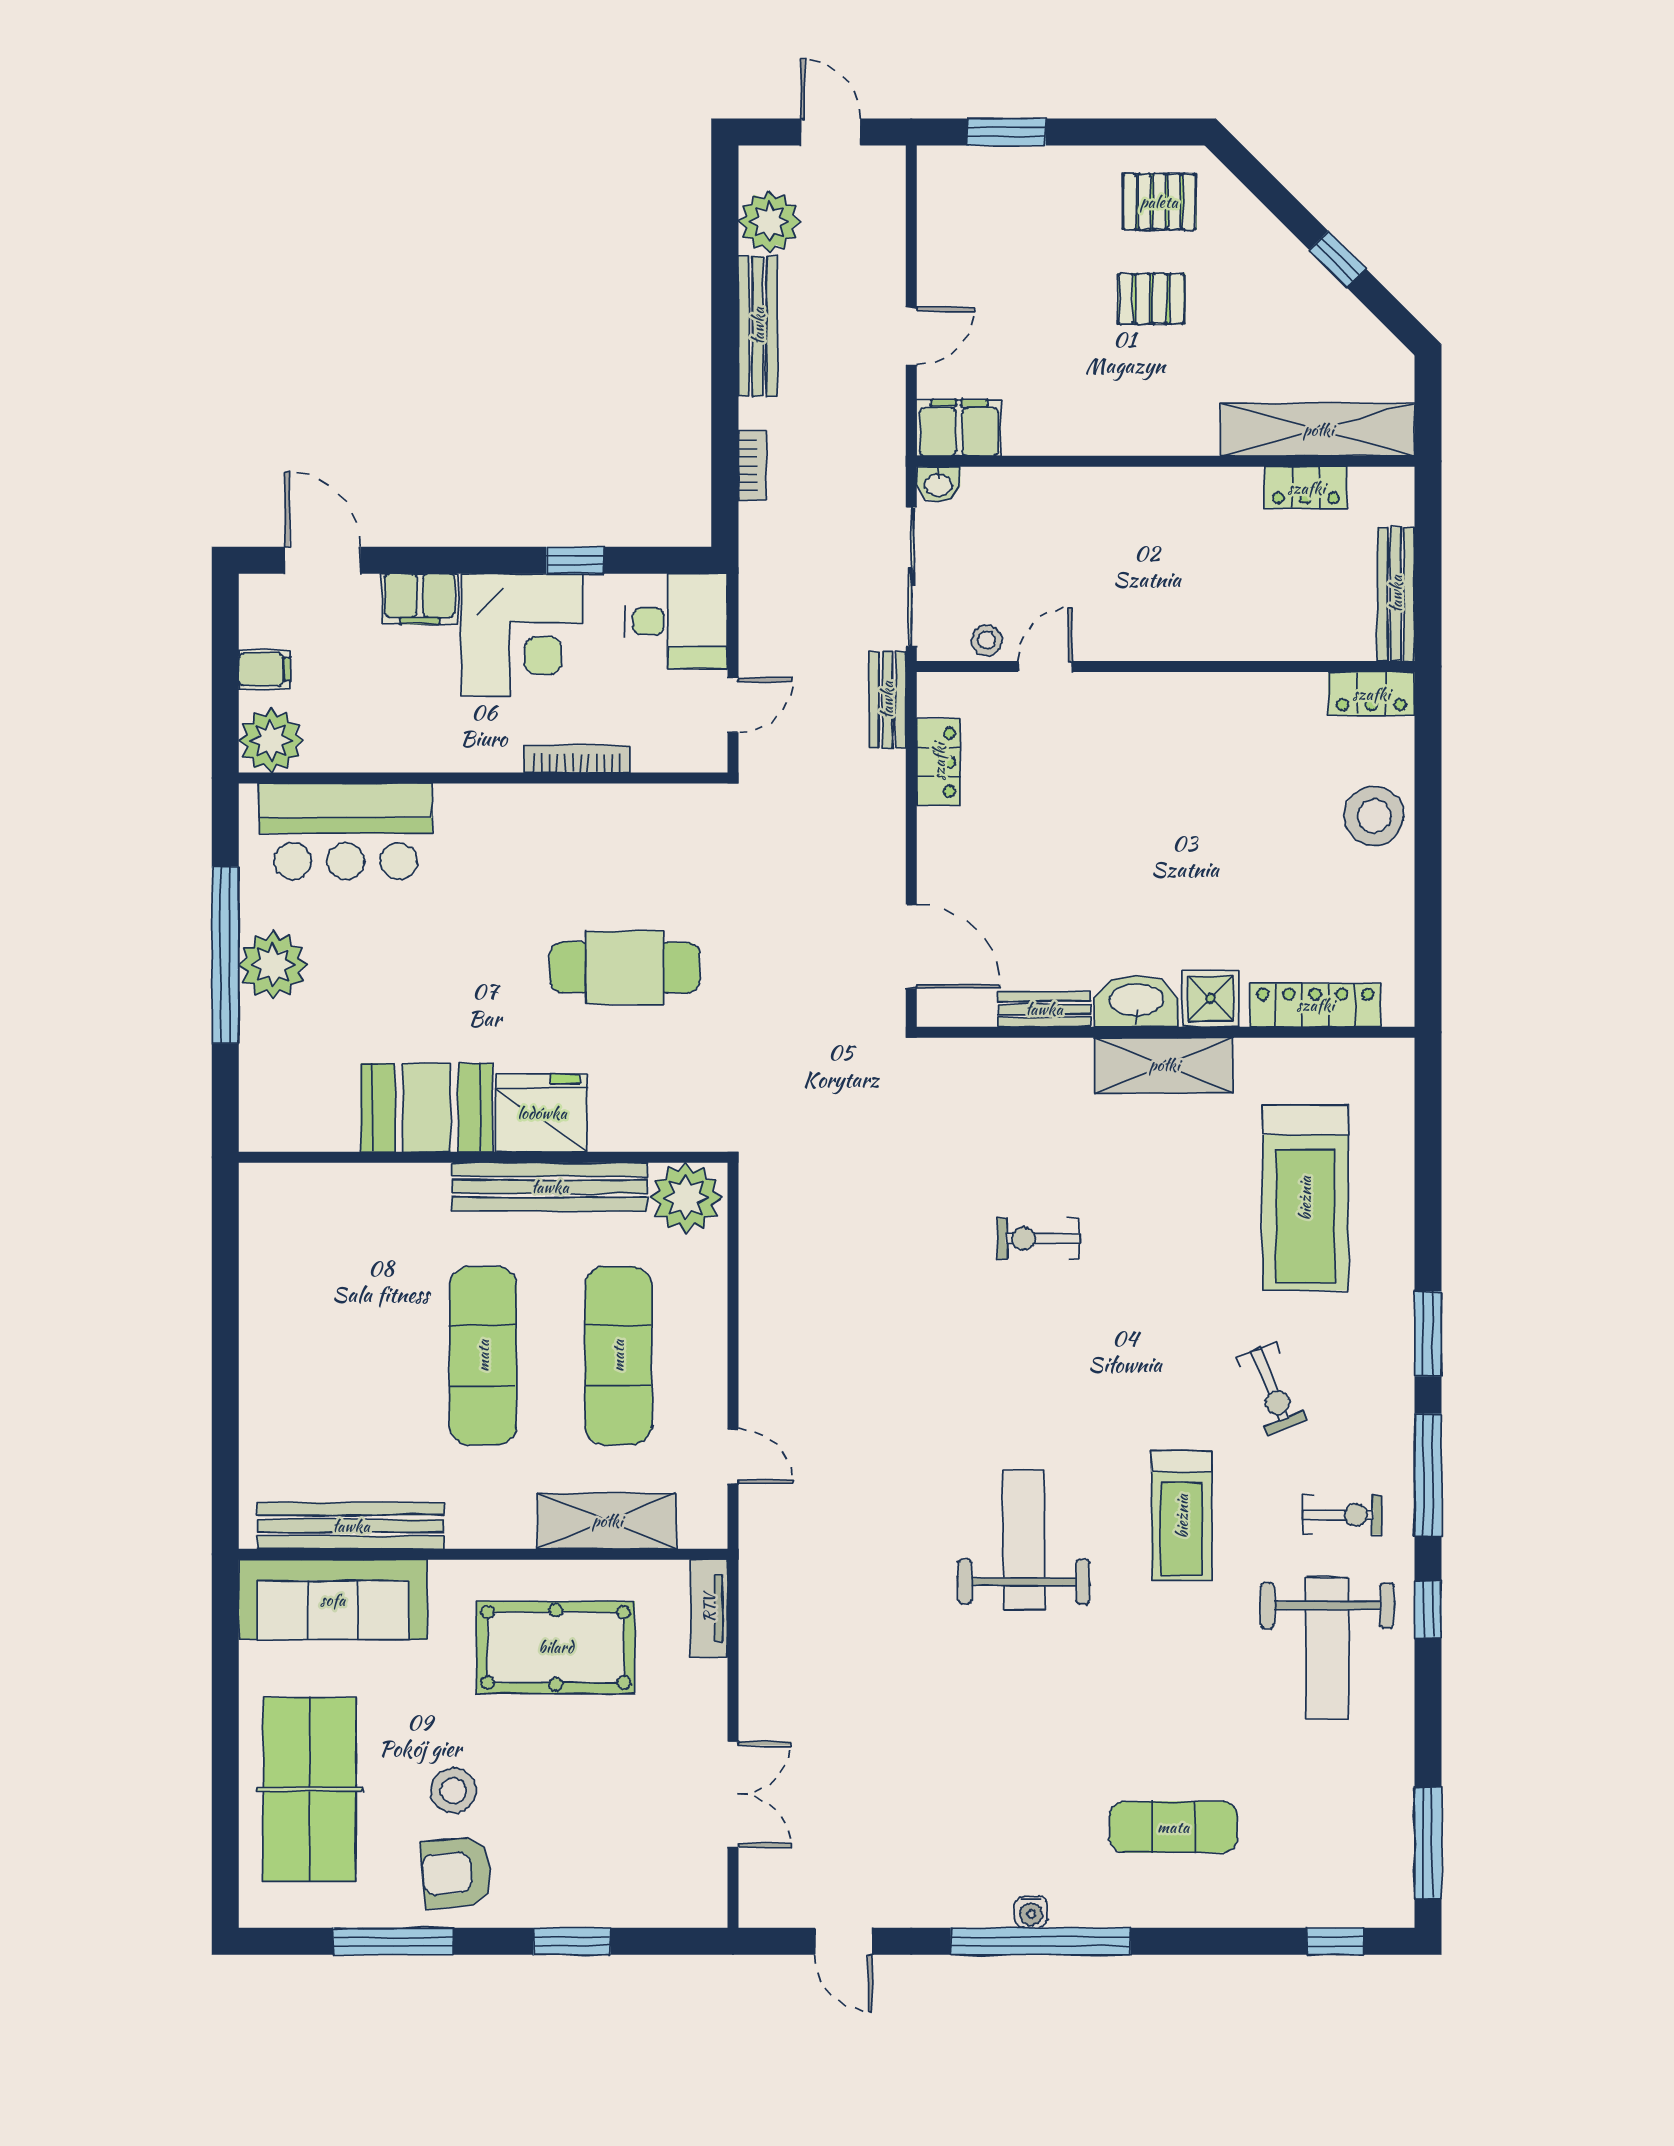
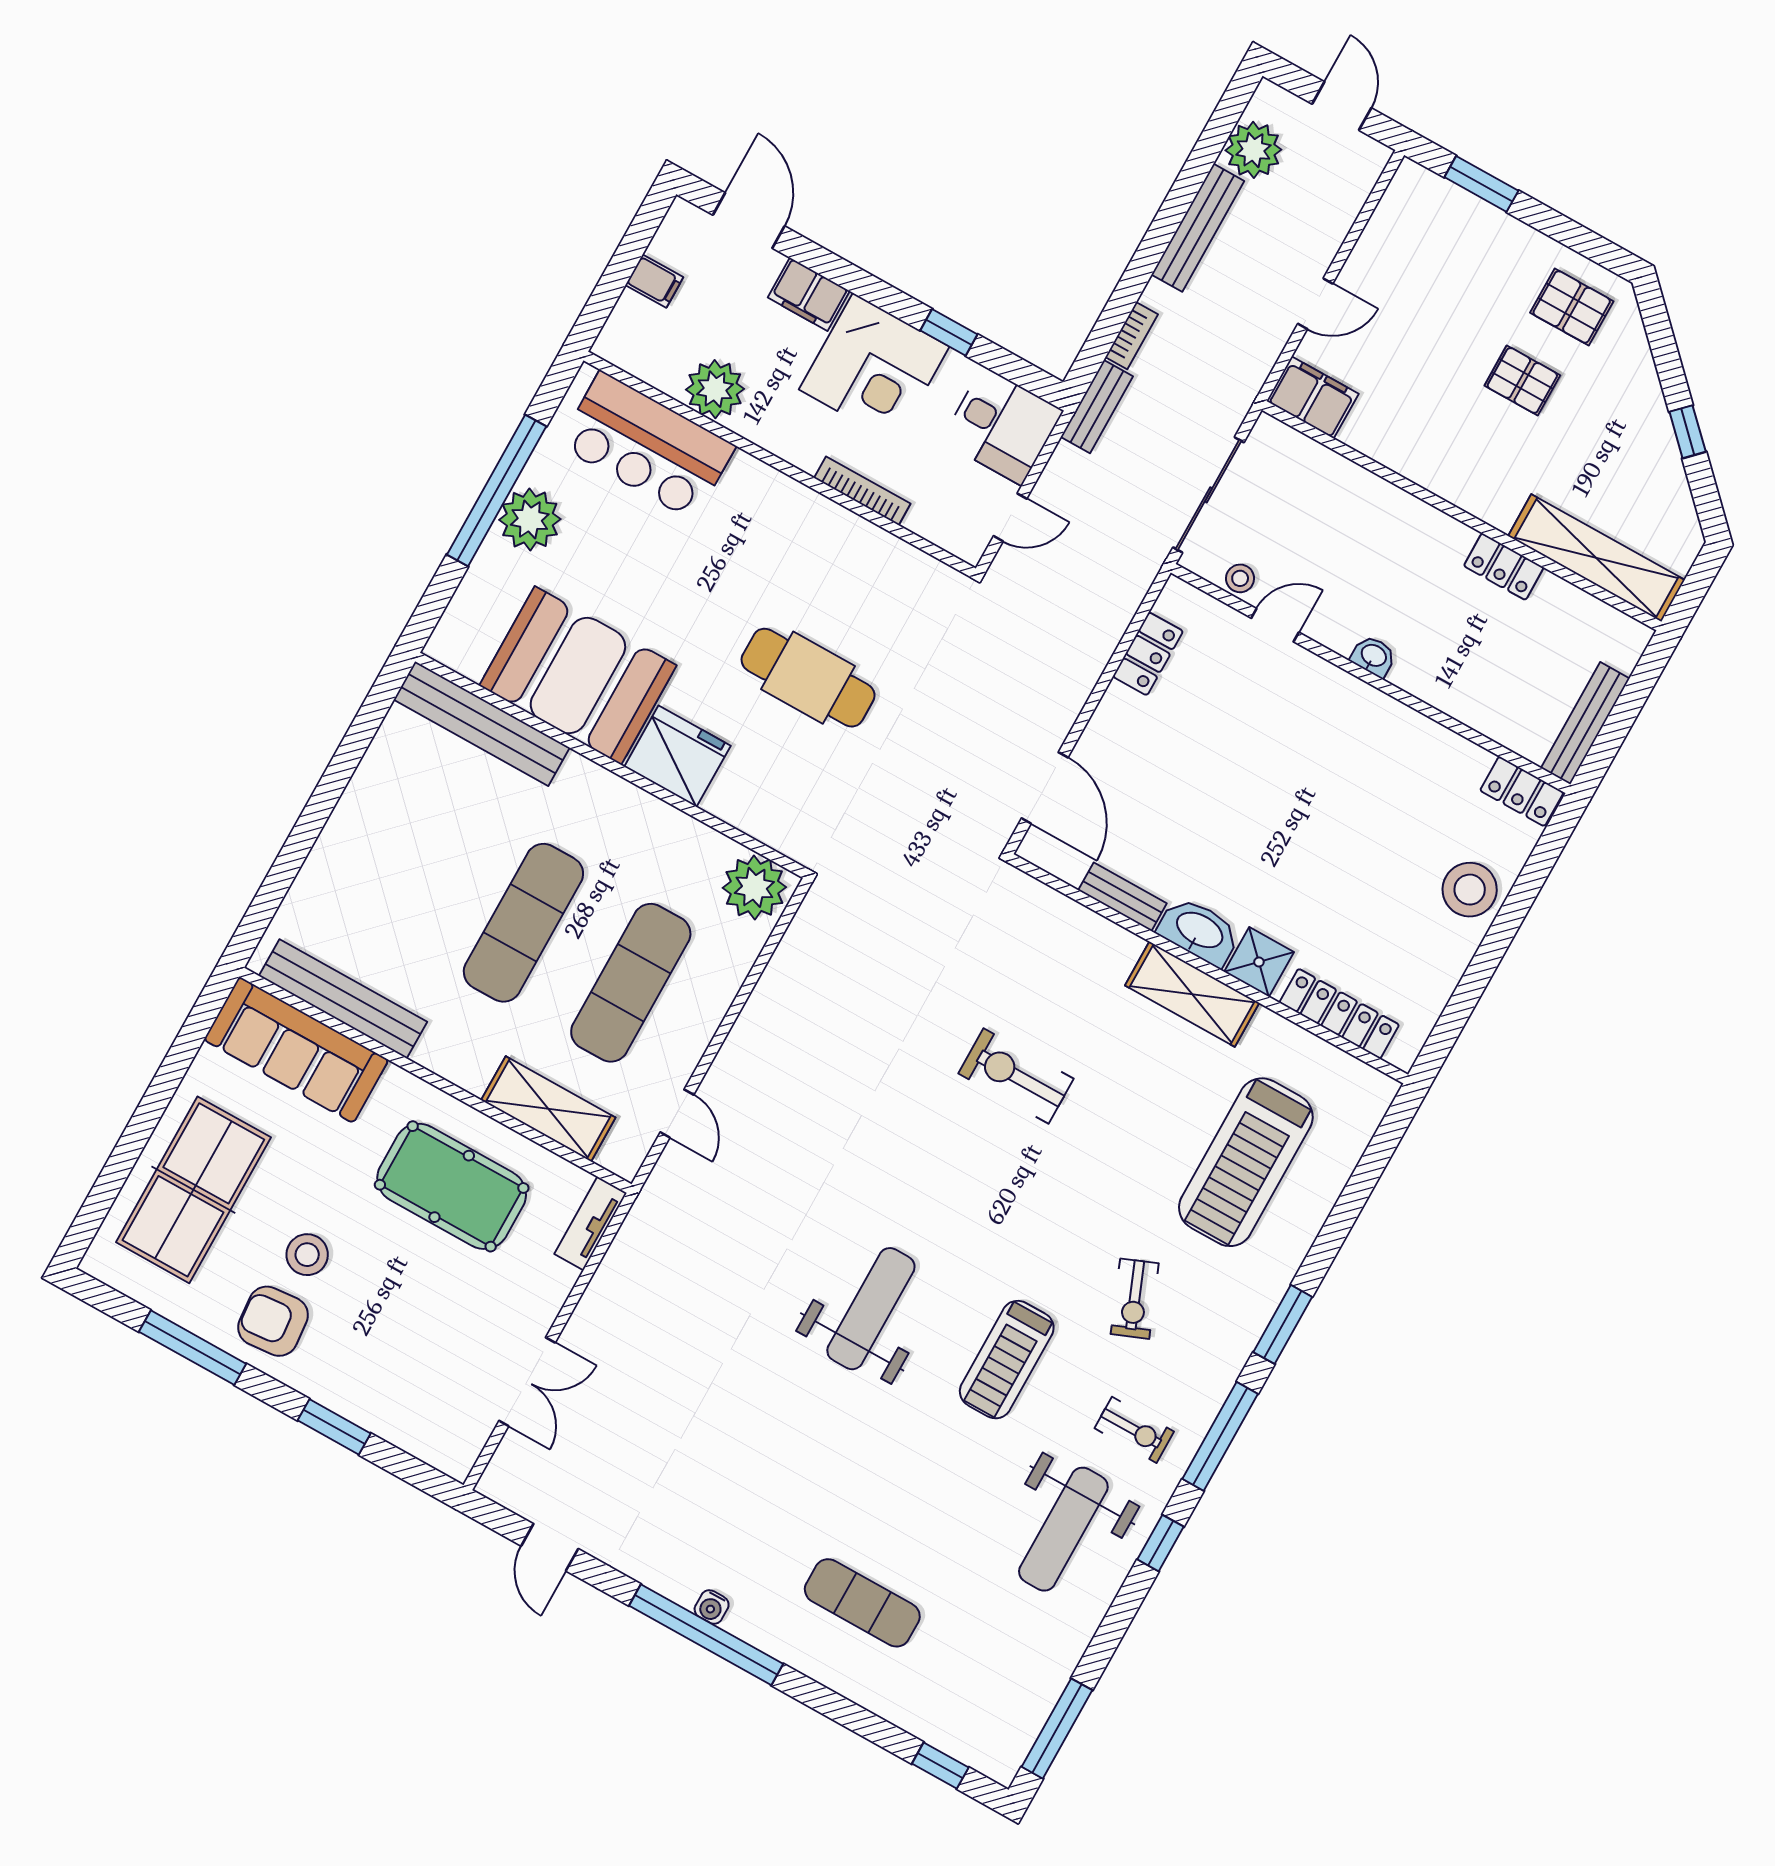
washbasin: (938, 484) -> (1373, 656), moved, turned 180
locker: (1306, 488) -> (1504, 567), moved
bench: (887, 700) -> (1097, 407), moved
plant: (271, 740) -> (715, 389), moved
booth: (427, 1108) -> (578, 676), width x1.36, depth x1.42
bench: (550, 1187) -> (482, 724), moved
exercise bike: (1038, 1238) -> (1016, 1076), width x1.38, depth x1.39

